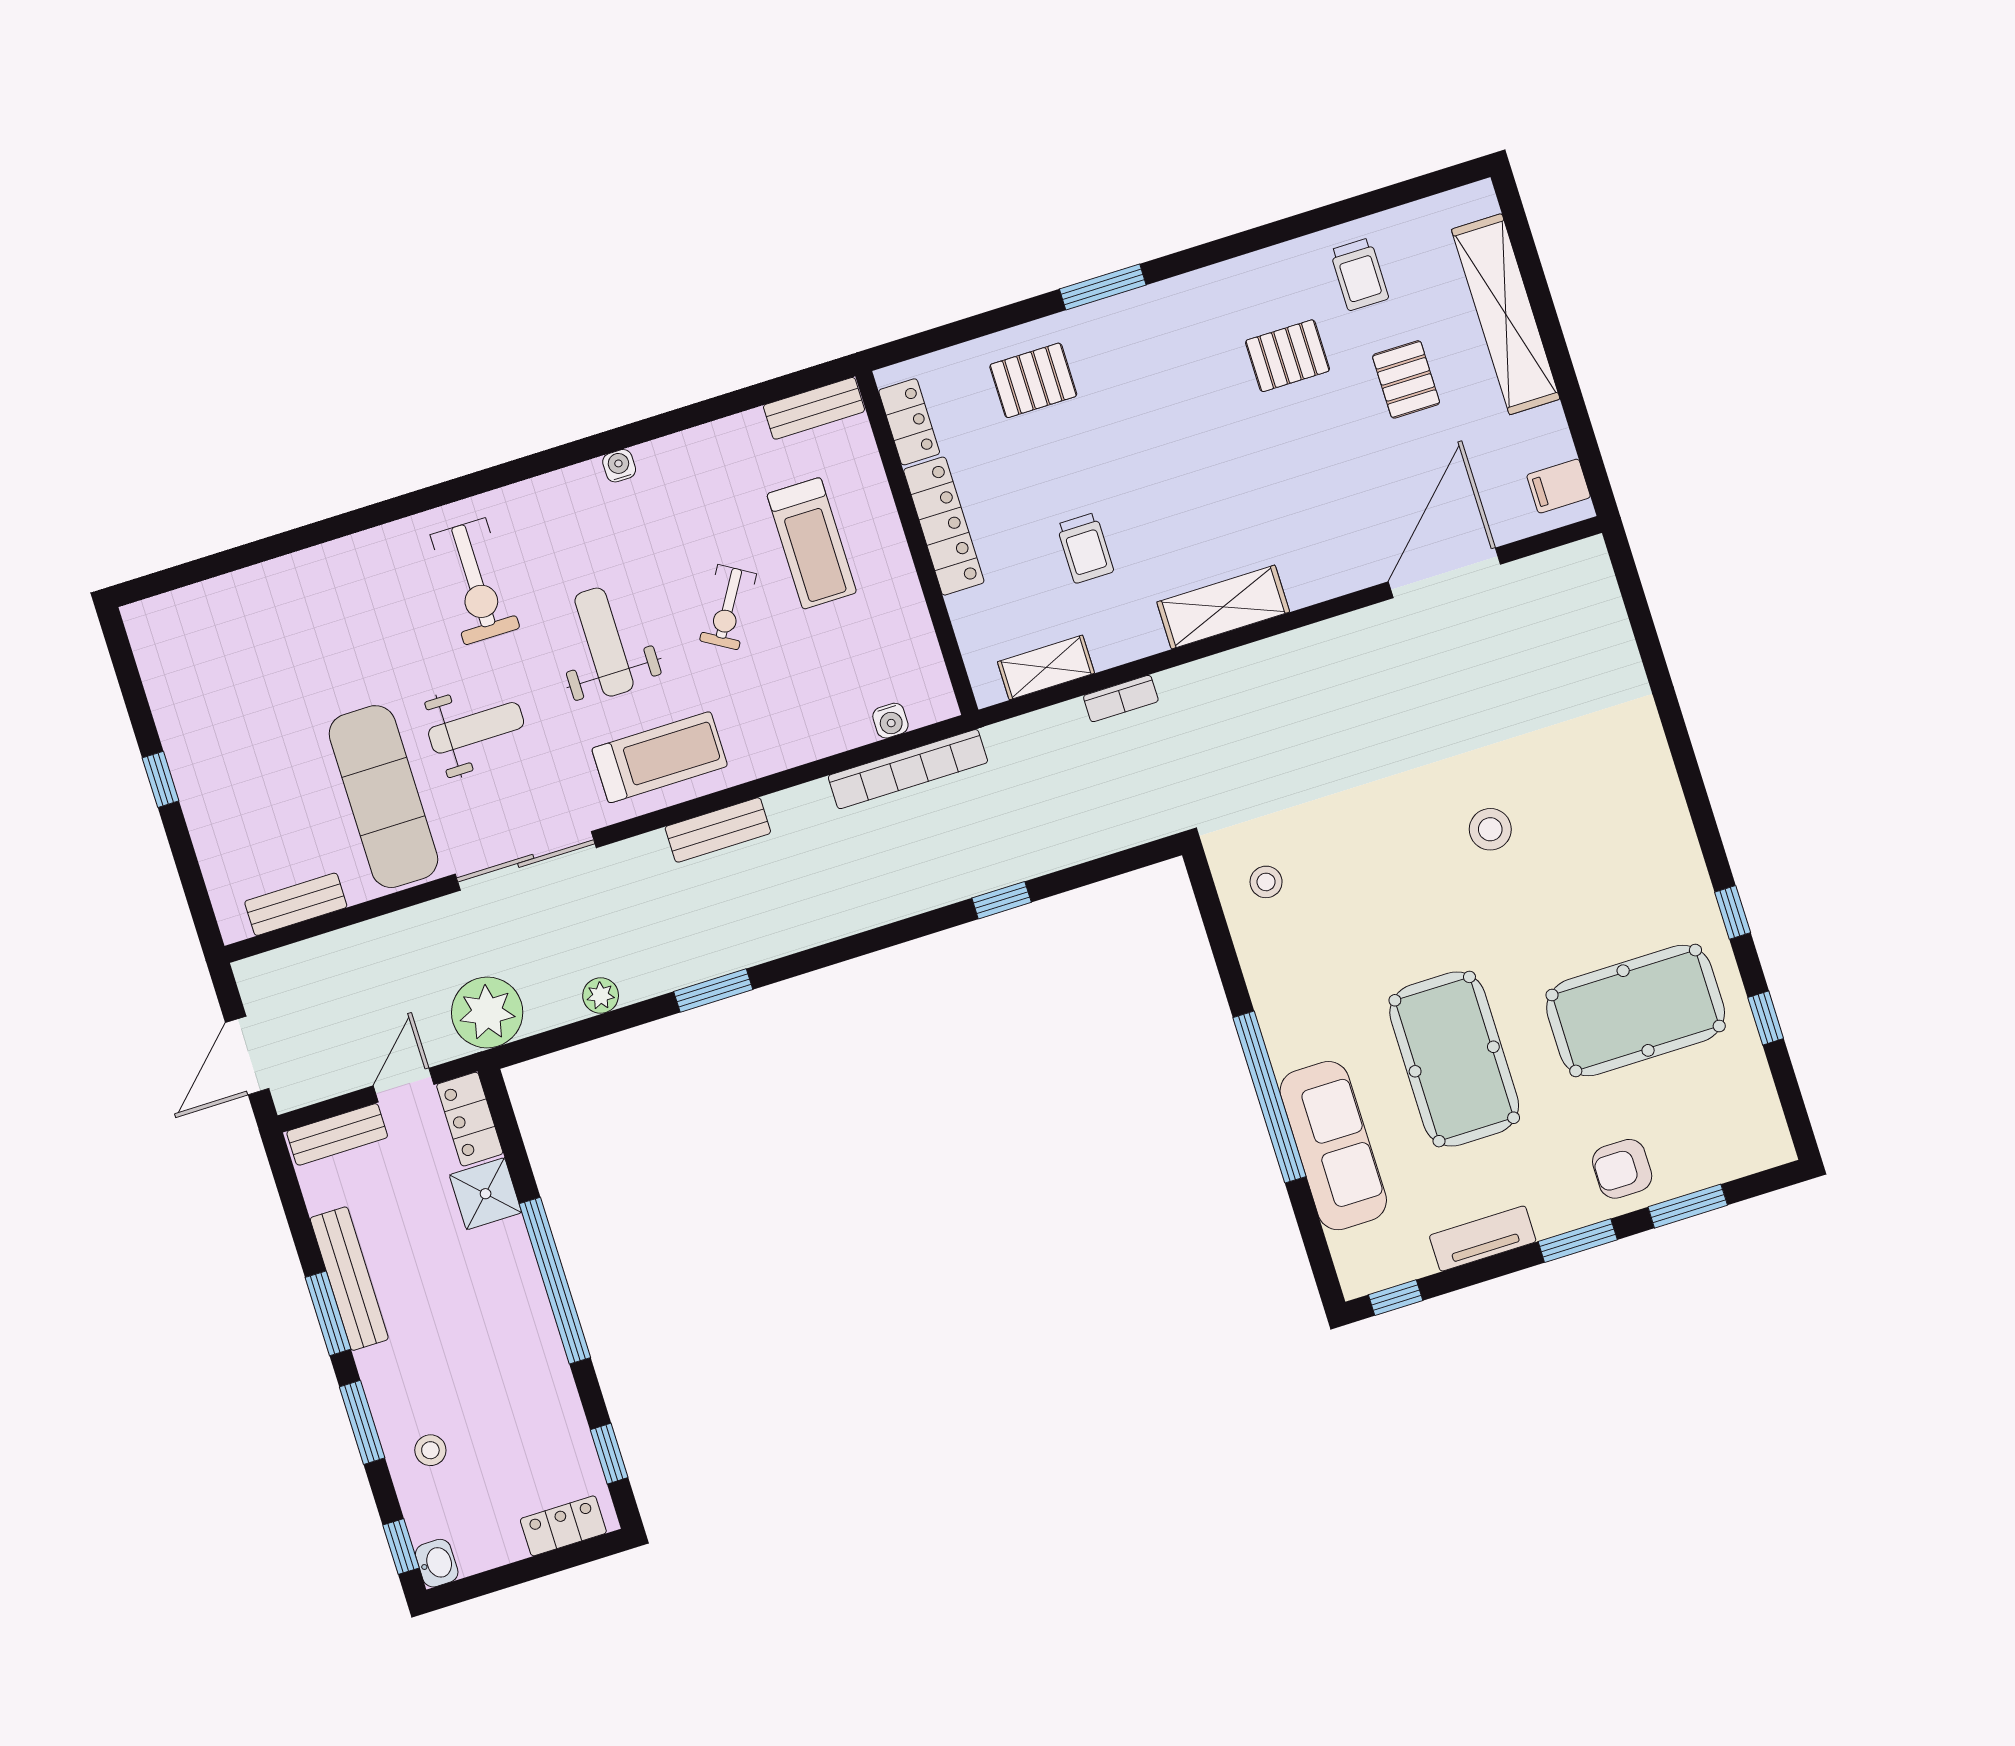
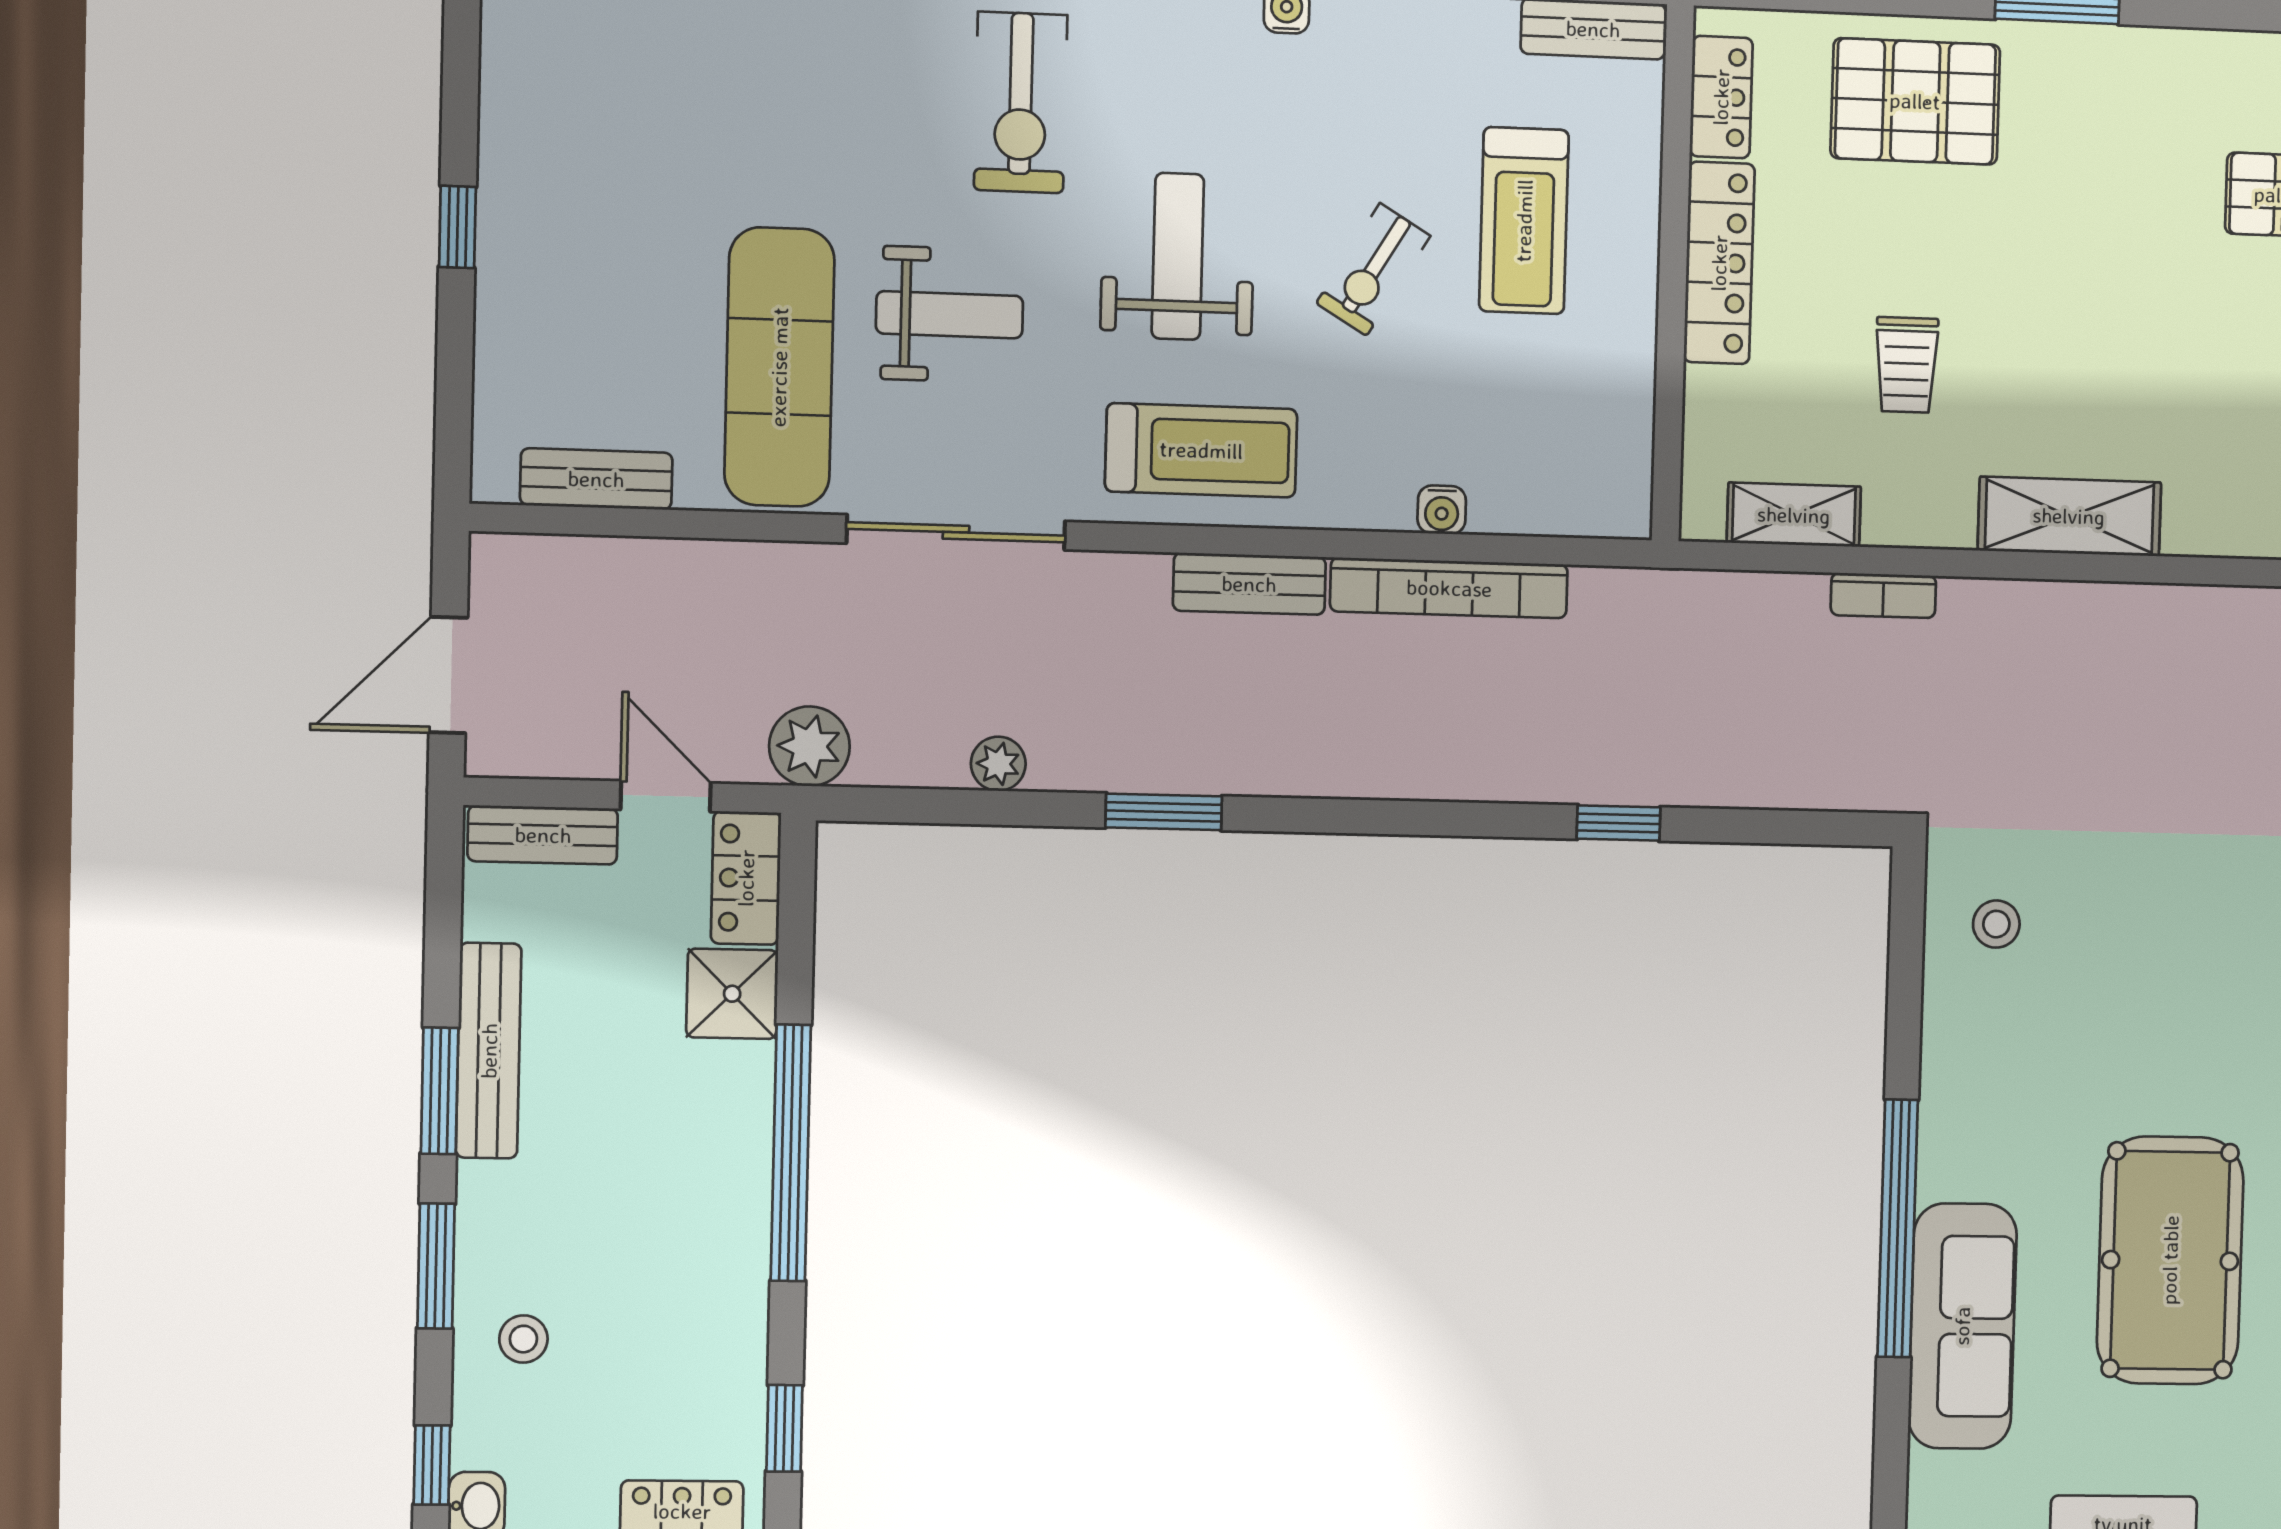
pallet: (1033, 380) -> (1915, 101), width x1.50, depth x1.42
water cooler: (890, 721) -> (1442, 510), moved
bookcase: (908, 769) -> (1449, 588), moved
plant: (487, 1012) -> (809, 746), width x0.73, depth x0.73
door: (404, 1085) -> (666, 796), hinge flipped

